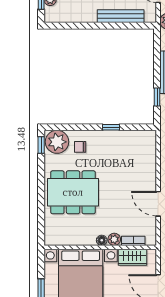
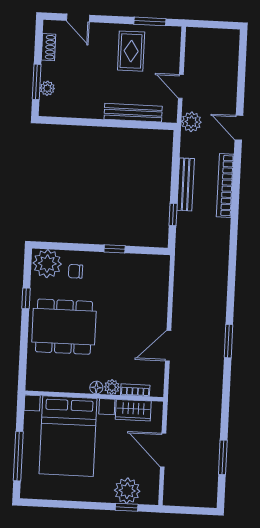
window: (41, 145) -> (26, 298), moved
door: (158, 204) -> (168, 346), hinge flipped

